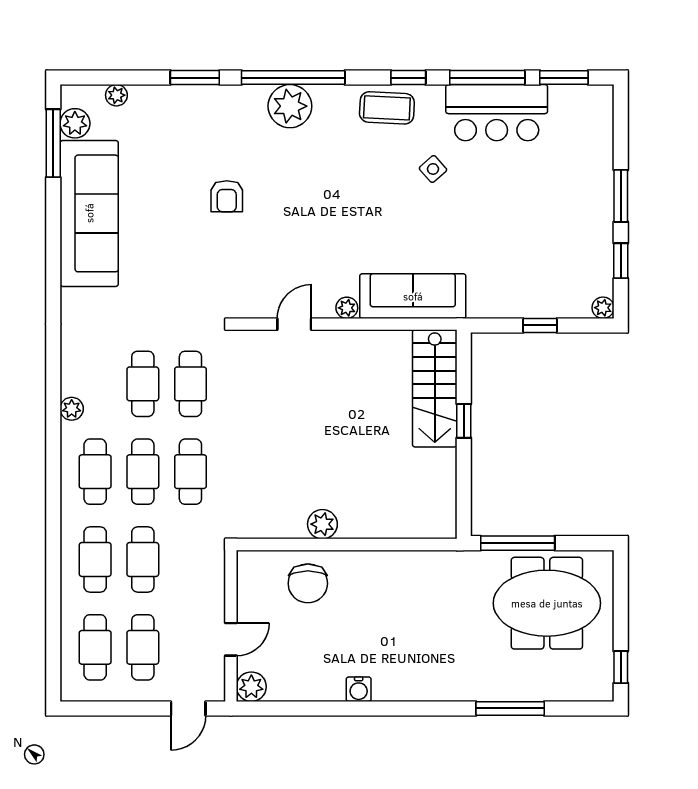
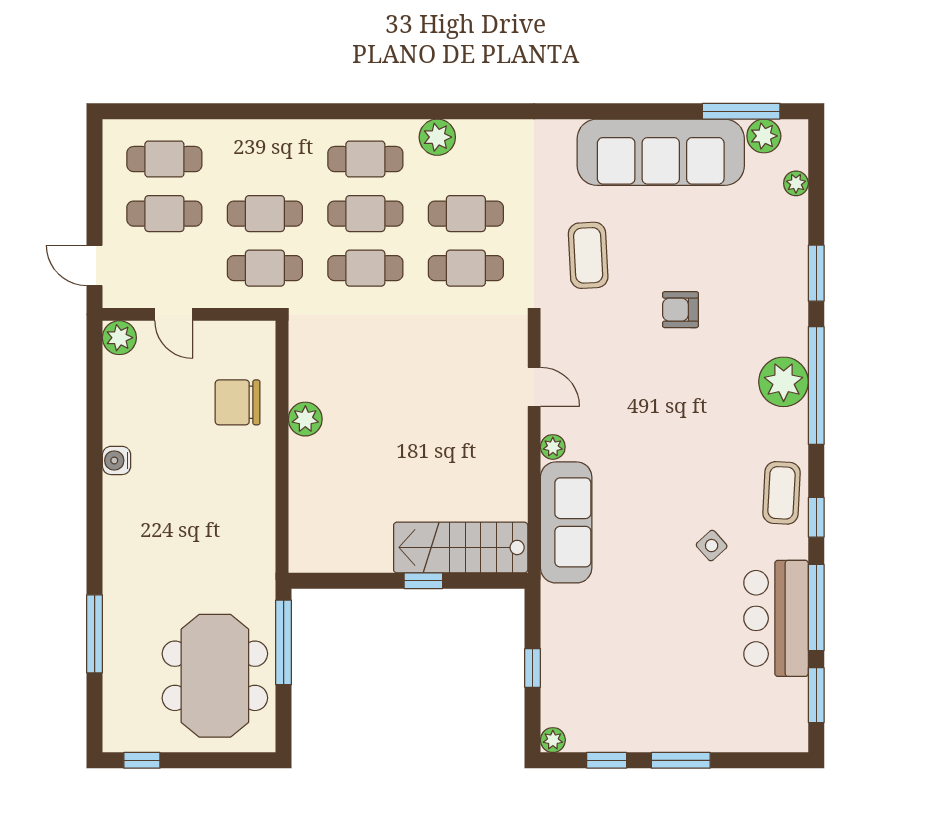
coffee table: (179, 277) -> (588, 255), added
plant: (72, 409) -> (437, 137), width x1.38, depth x1.38
cafe table: (95, 559) -> (265, 268), moved

